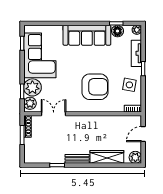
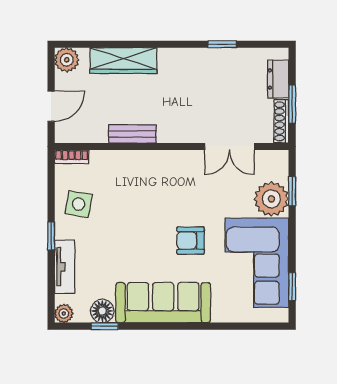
armchair: (95, 87) -> (191, 241), moved, width x0.53, depth x0.53
plant: (30, 103) -> (276, 167), removed
dresser: (29, 148) -> (278, 79), added
bench: (77, 159) -> (132, 134), moved

